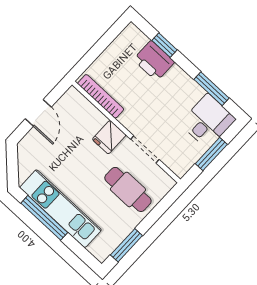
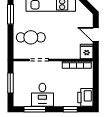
printer: (154, 61) -> (85, 97), moved, turned -90
desk: (208, 121) -> (42, 95), moved
fridge: (109, 137) -> (87, 51), moved

